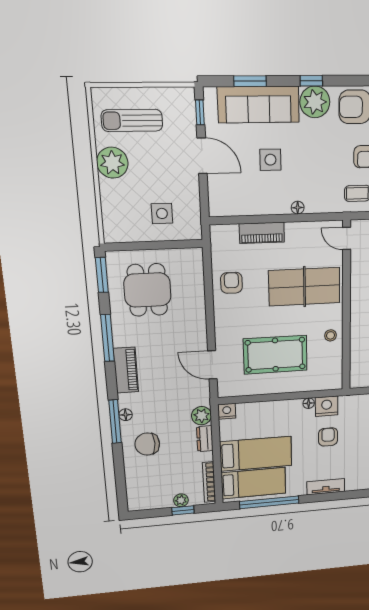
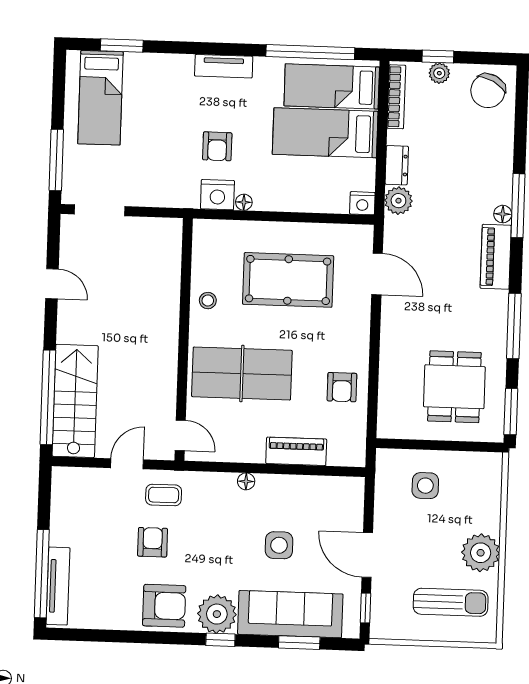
piano: (126, 370) -> (496, 257), moved
chair: (147, 444) -> (488, 91), moved, turned 118

